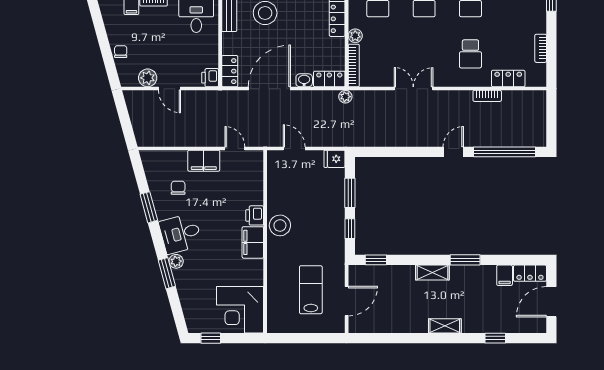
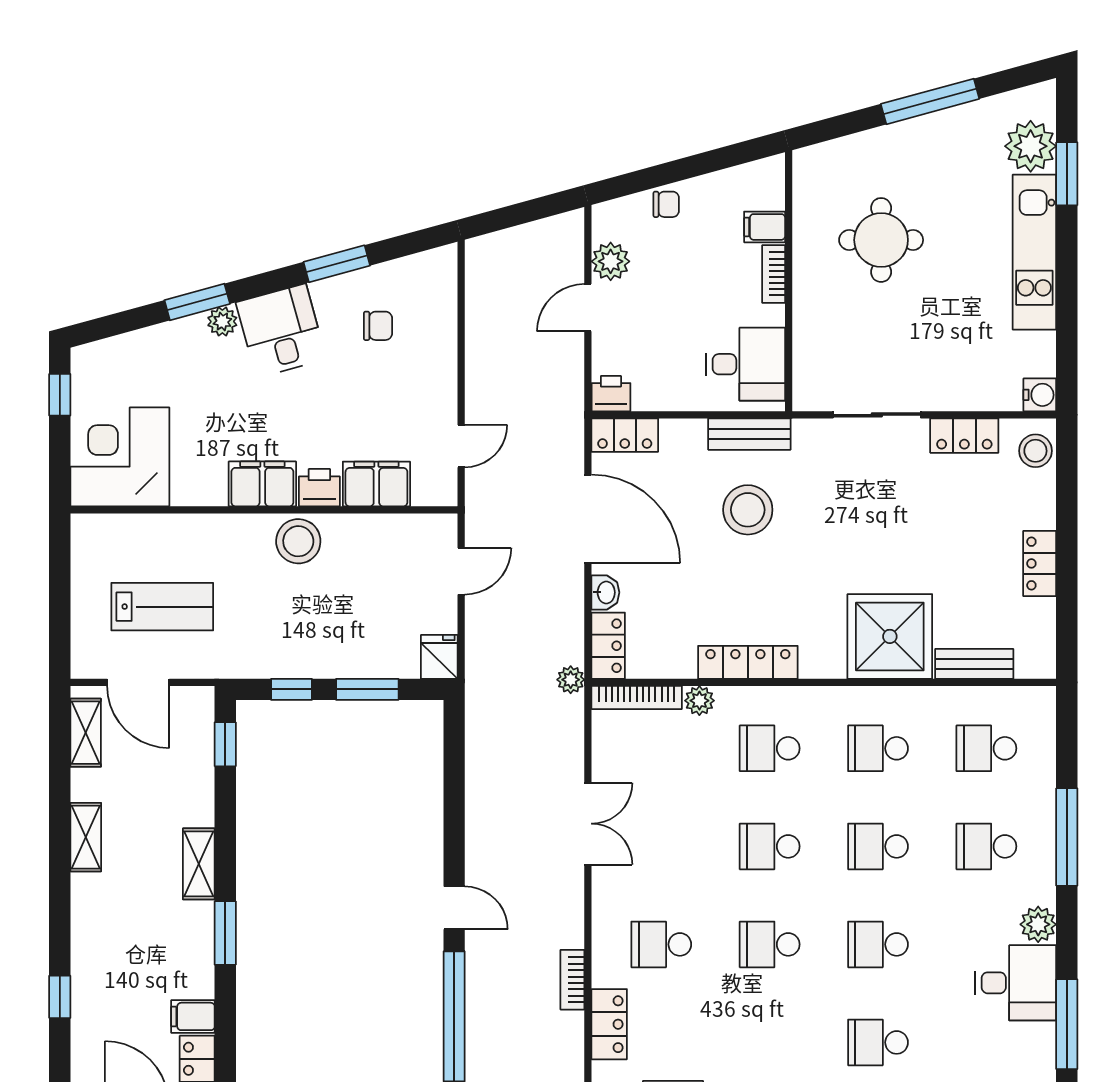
filing cabinet: (204, 161) -> (376, 484), moved, turned 90
shelving: (370, 326) -> (86, 733), added
shelving: (445, 326) -> (86, 837), moved

